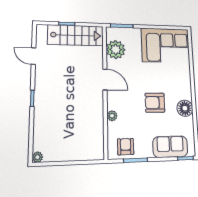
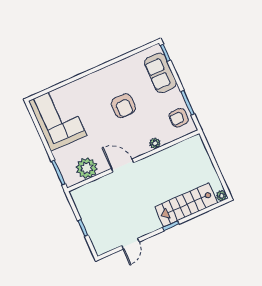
stairs: (76, 35) -> (186, 205), moved, turned -90
door: (105, 80) -> (122, 166), hinge flipped
floor lamp: (185, 108) -> (115, 72), removed

